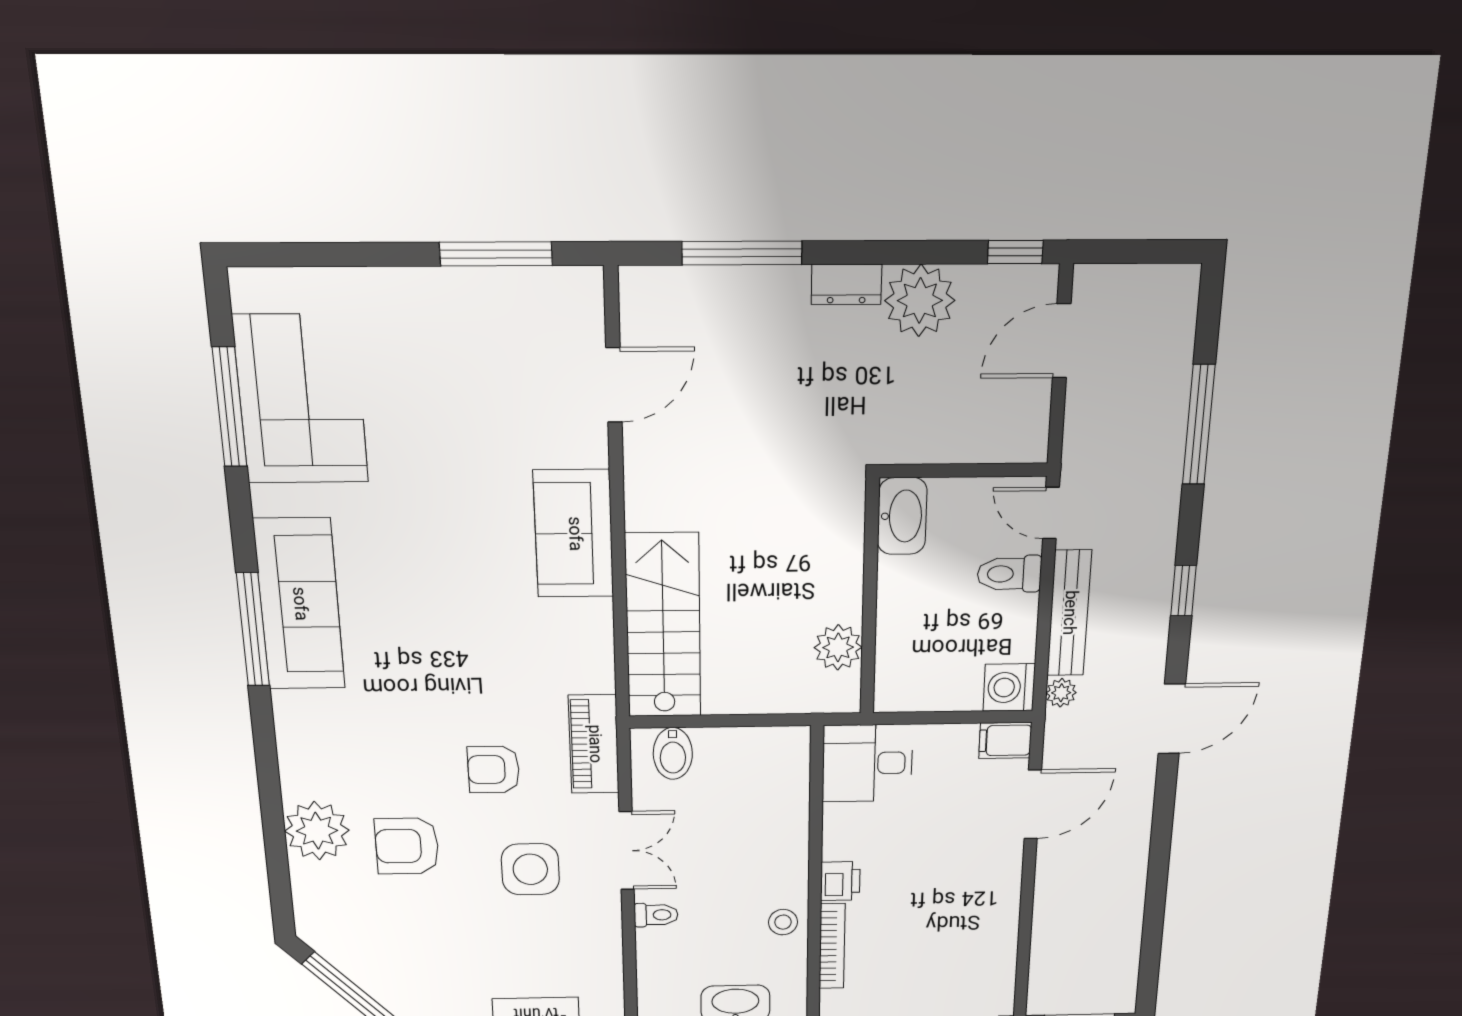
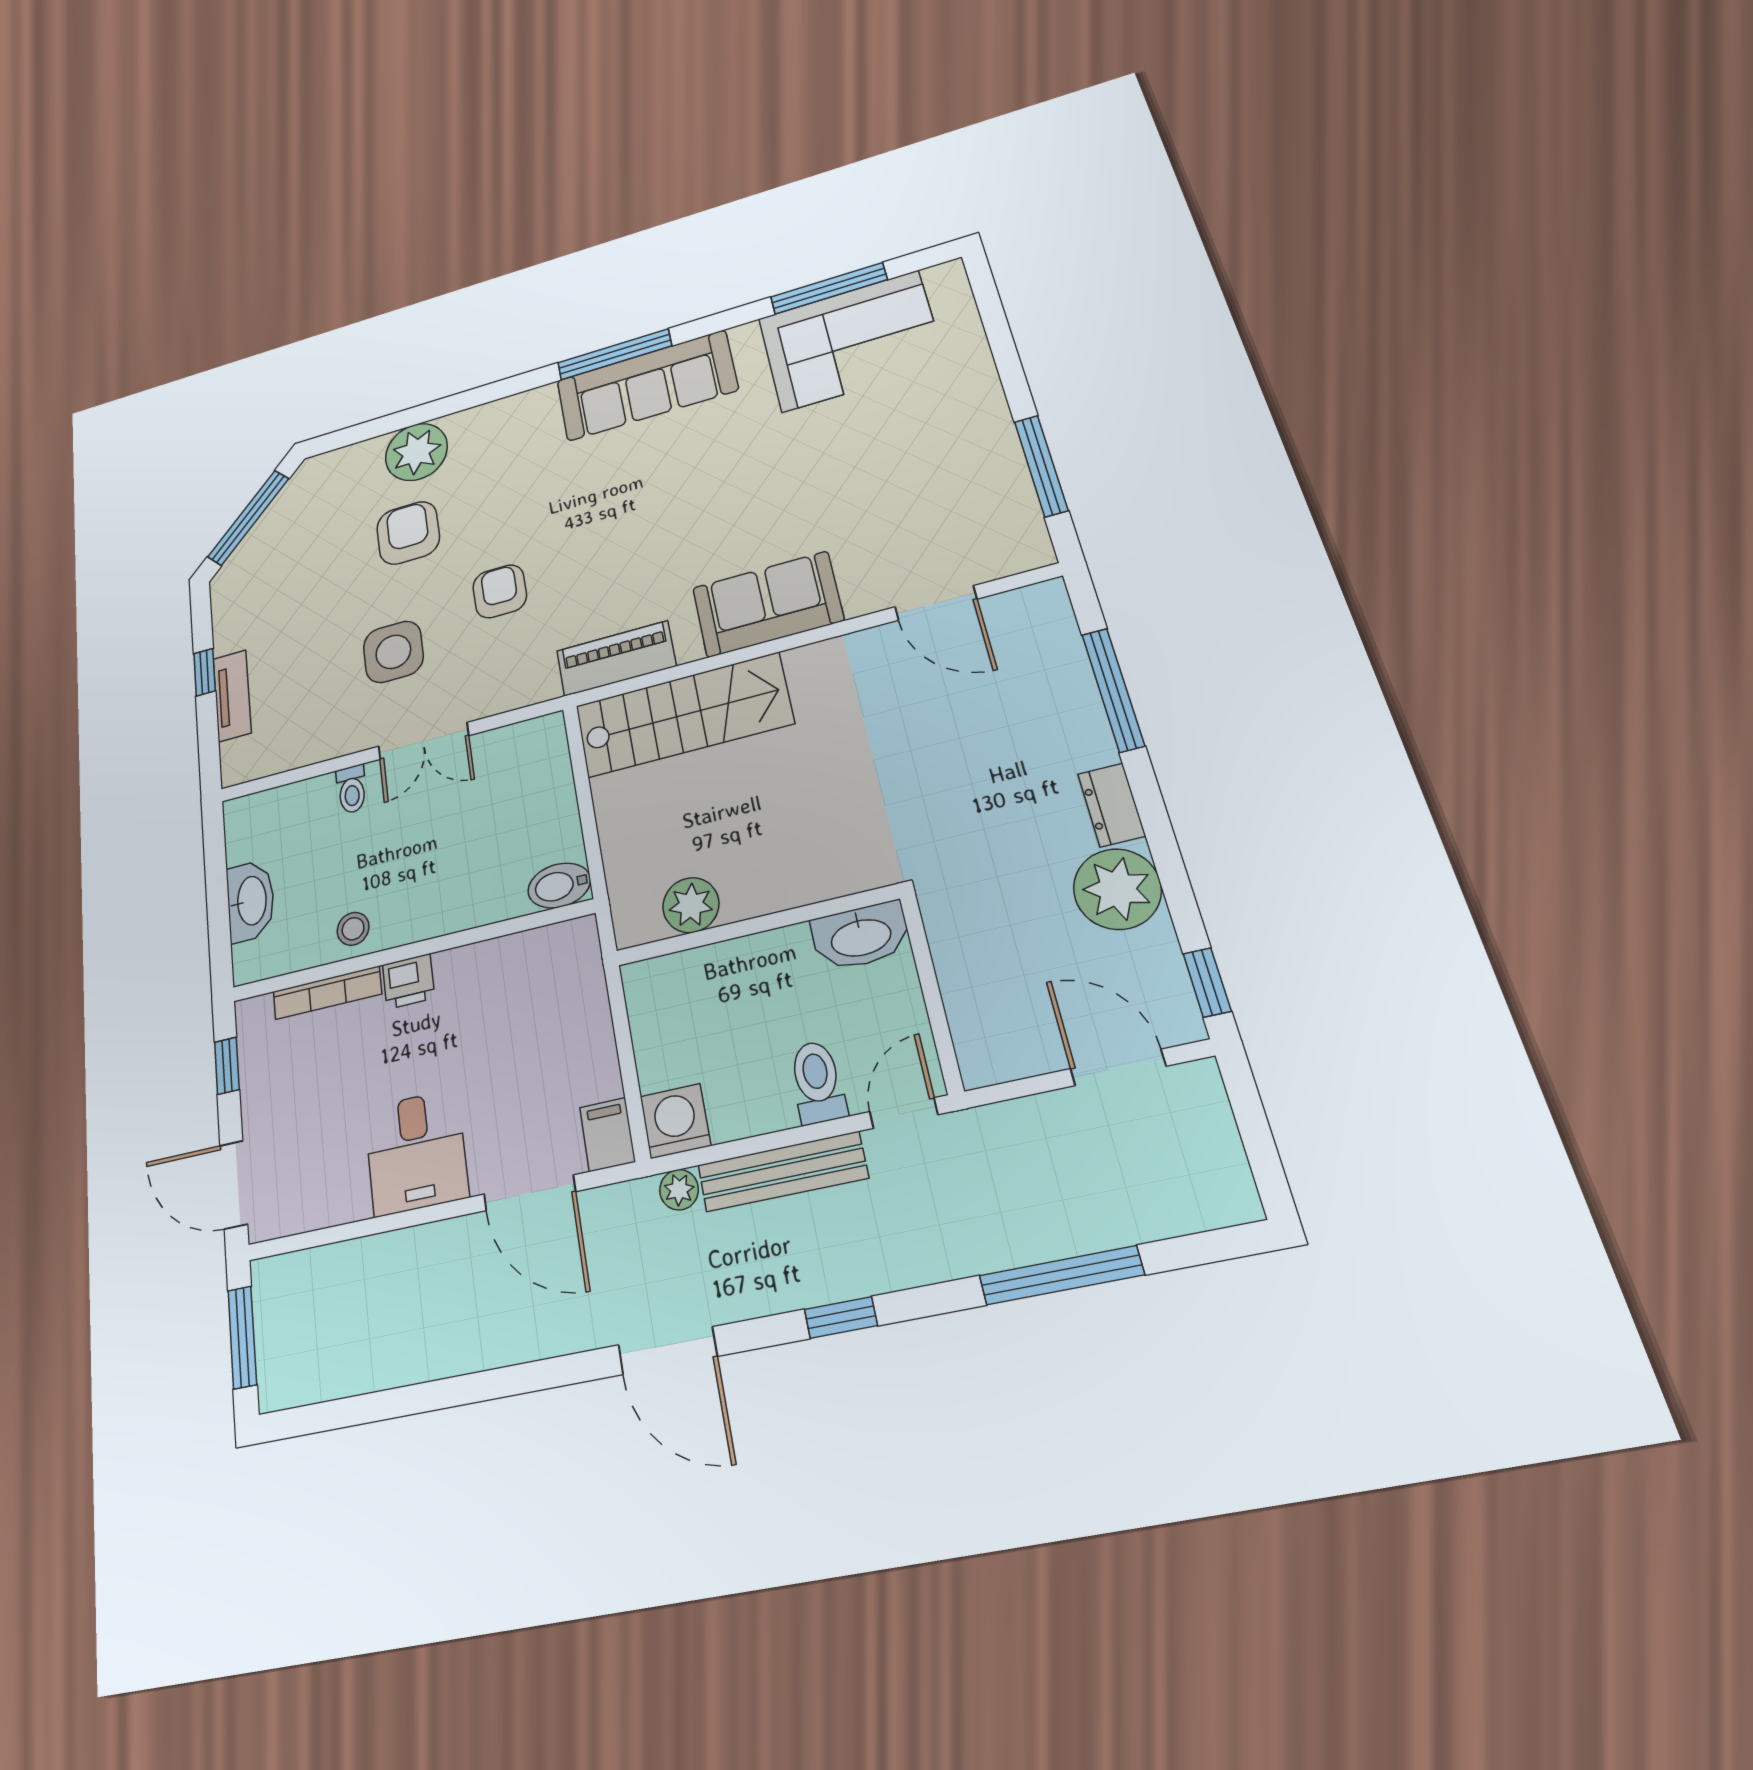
piano: (594, 744) -> (616, 658), moved
bidet: (673, 753) -> (559, 886), moved
desk: (867, 763) -> (416, 1152), moved, turned 180

